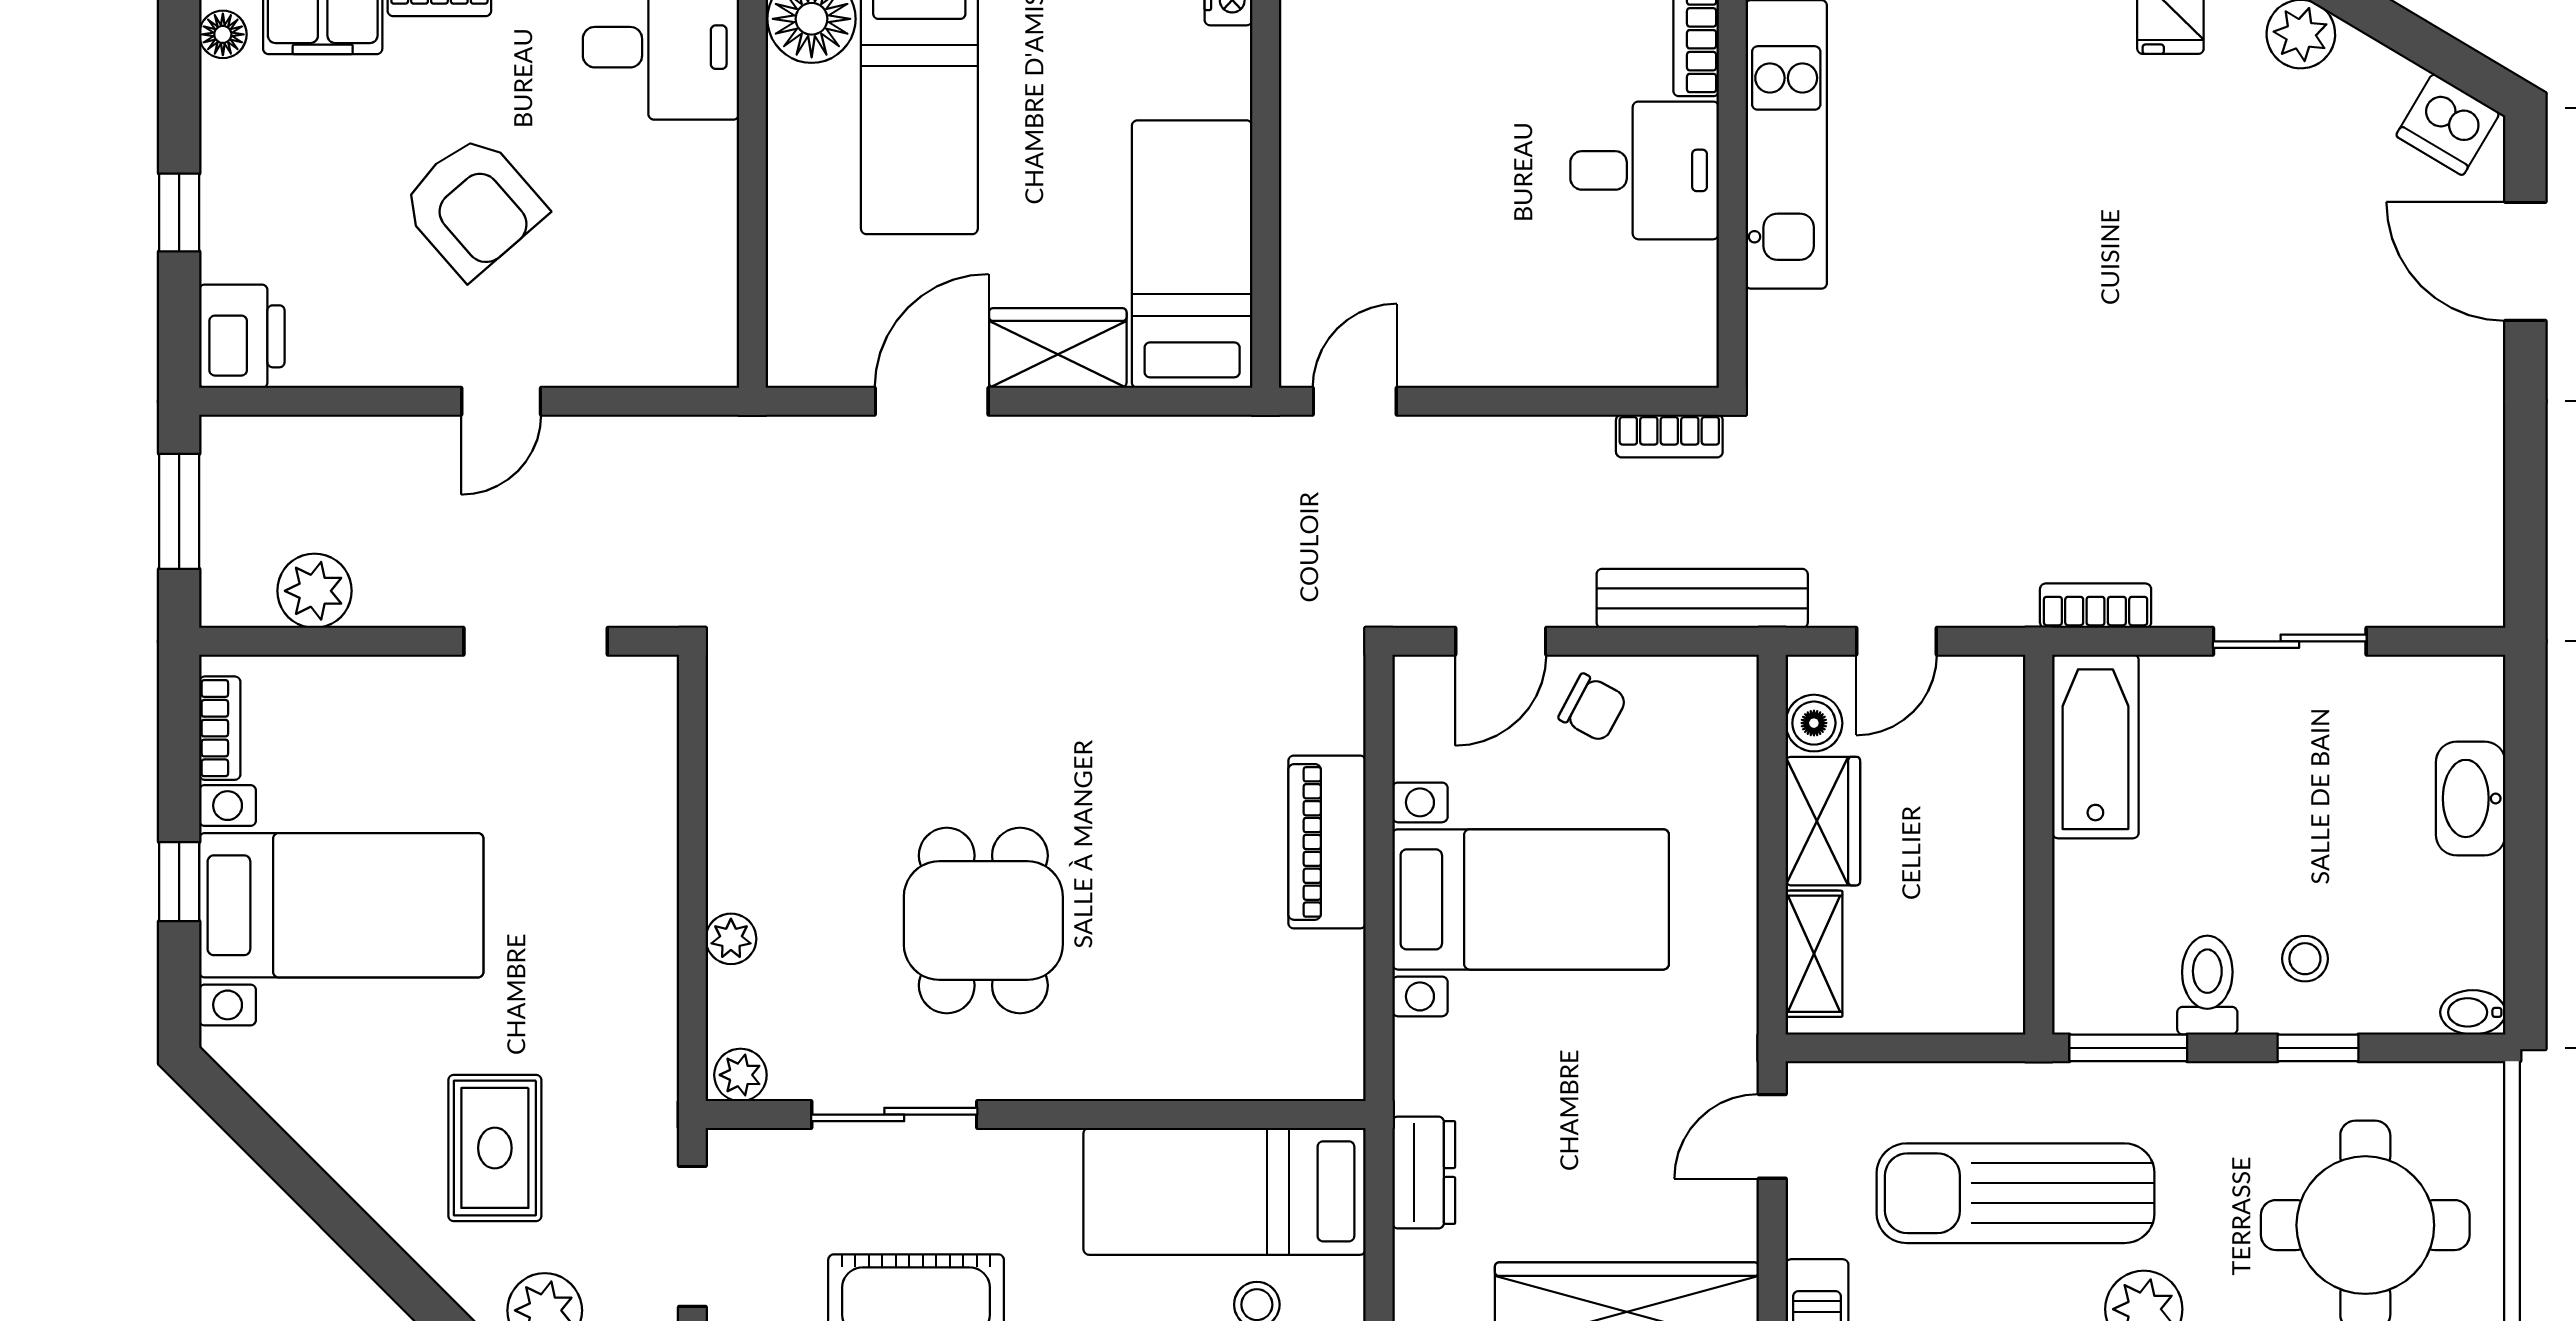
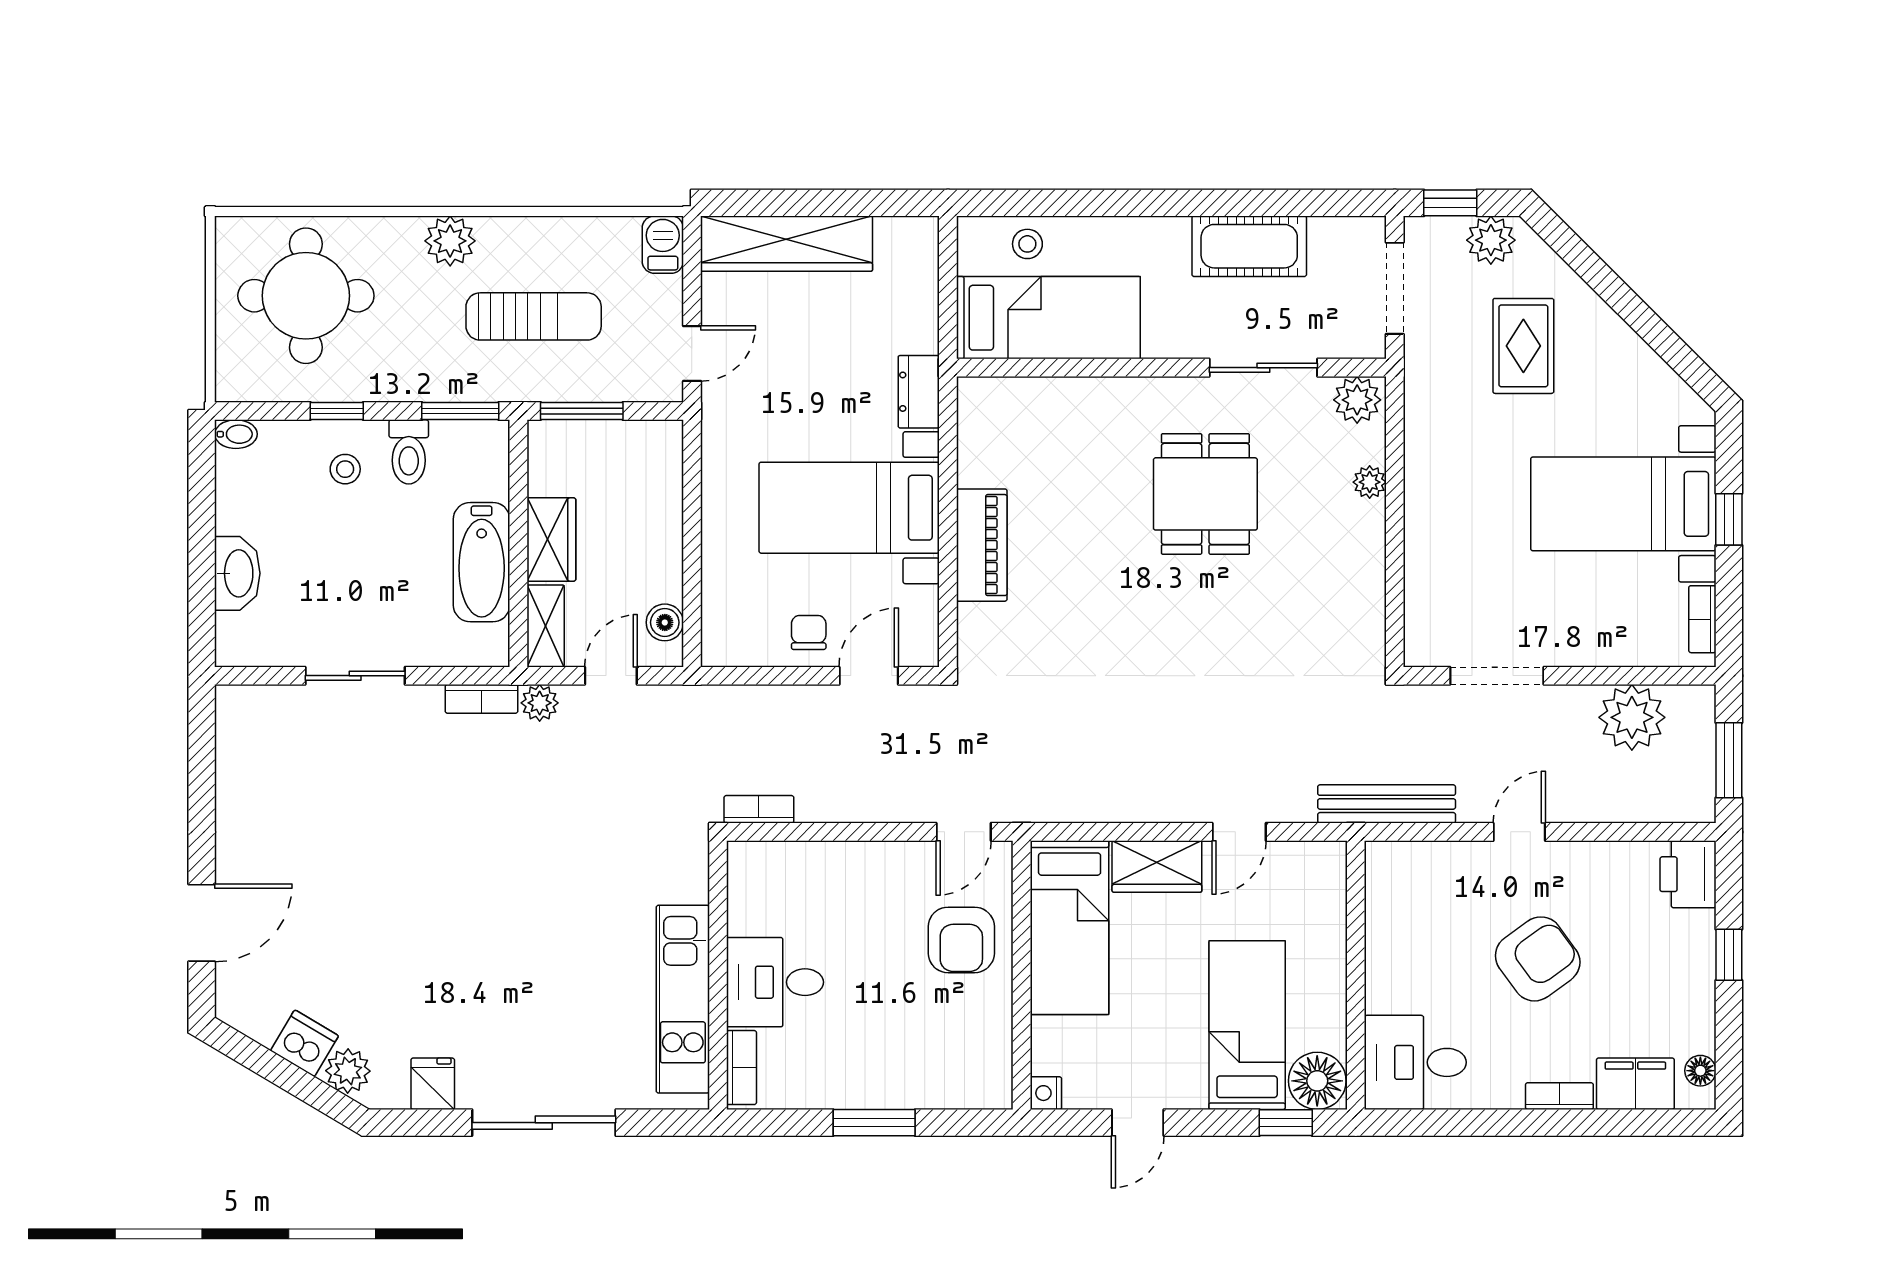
dishwasher: (2448, 124) -> (305, 1043), moved
armchair: (473, 206) -> (1538, 959), turned 95
armchair: (1358, 235) -> (961, 940), added
door: (2525, 261) -> (202, 923), hinge flipped
door: (932, 401) -> (1239, 832), width x0.73
plant: (314, 591) -> (1632, 717), width x1.36, depth x1.36
bench: (1702, 598) -> (1387, 804), moved
plant: (2006, 599) -> (540, 703), added
chair: (1593, 708) -> (809, 632), turned 62
bathtub: (2095, 746) -> (482, 562), moved
wardrobe: (1823, 821) -> (551, 540), moved, turned 180
shelving: (1814, 954) -> (546, 626), moved
window: (1942, 1048) -> (582, 411), added
plant: (740, 1075) -> (1357, 400), width x1.38, depth x1.38
dresser: (1424, 1173) -> (919, 392), moved
sun lounger: (2016, 1193) -> (534, 316), width x0.73, depth x0.75

